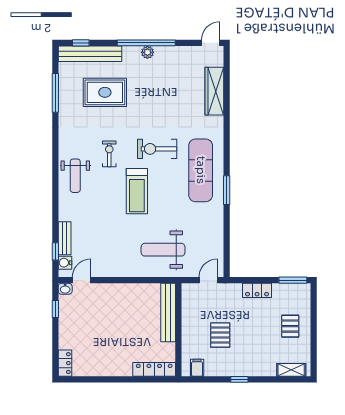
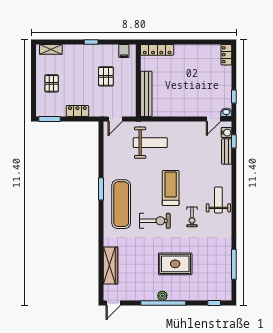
bench: (90, 54) -> (207, 295), removed
rug: (105, 92) -> (175, 264), moved

